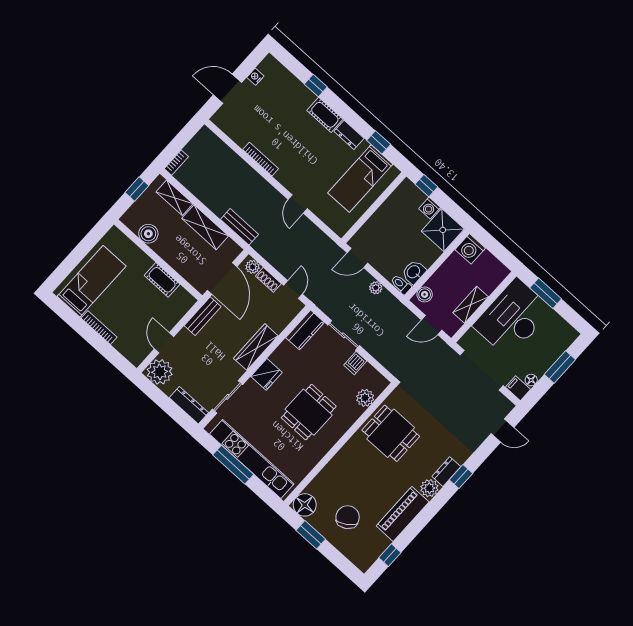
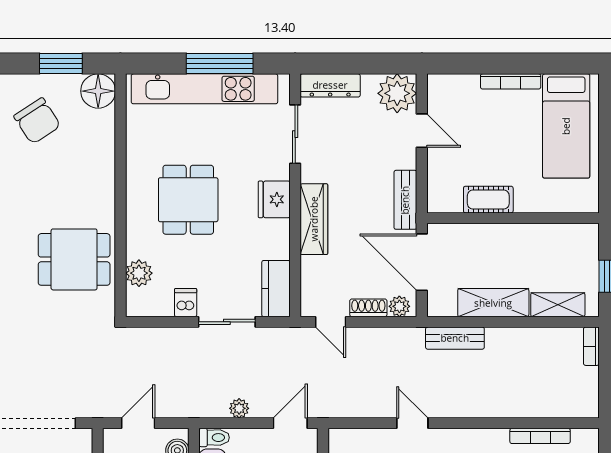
bookcase: (261, 159) -> (540, 436), moved
boiler: (148, 234) -> (551, 238), removed

